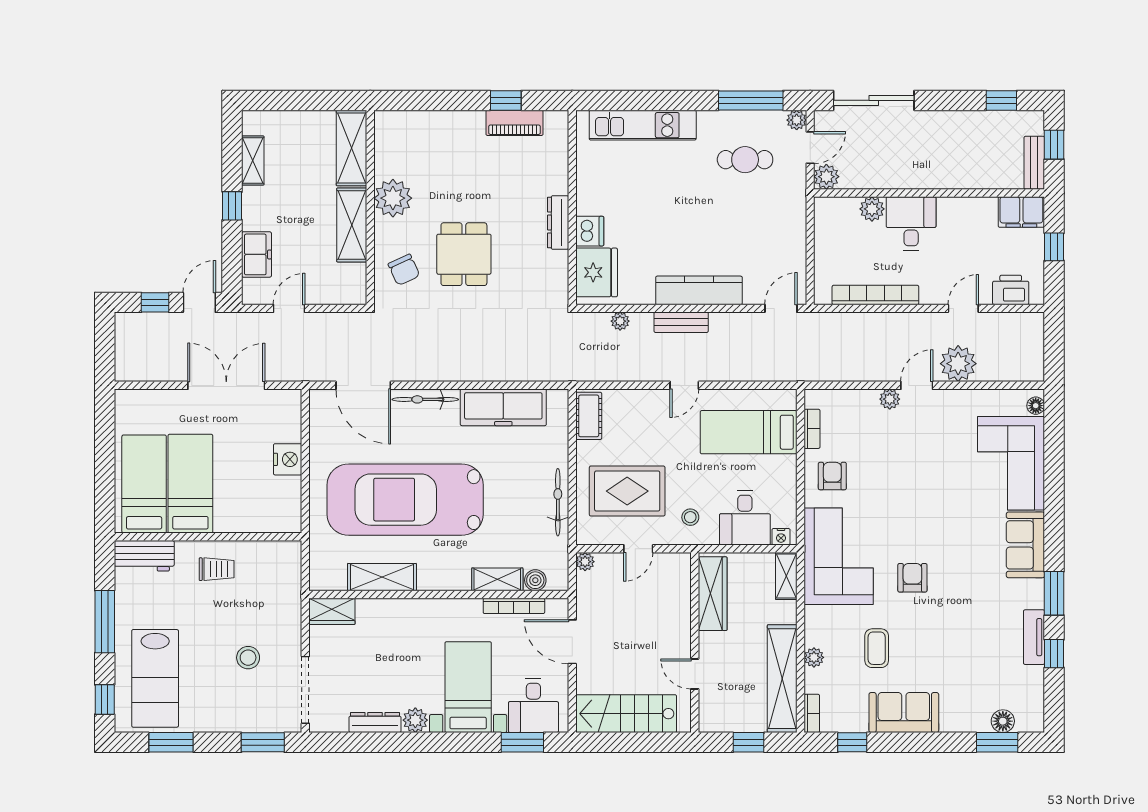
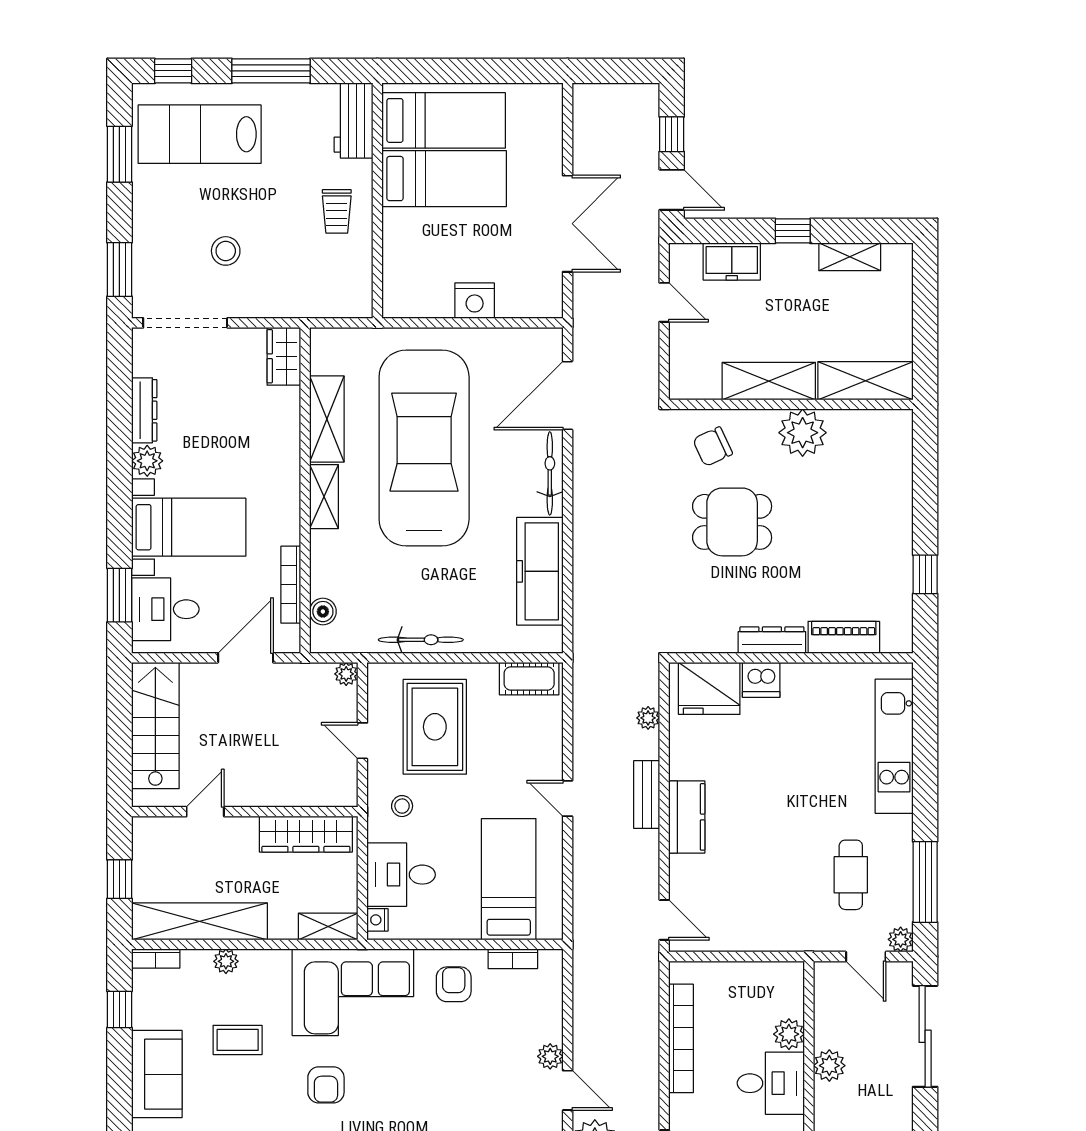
piano: (514, 123) -> (844, 637), moved, turned 90
plant: (826, 177) -> (829, 1066), moved
kitchen counter: (699, 290) -> (687, 817), width x0.67
armchair: (832, 476) -> (454, 984), turned -90
armchair: (912, 578) -> (326, 1085), turned 90
shelving: (497, 579) -> (324, 497), moved

